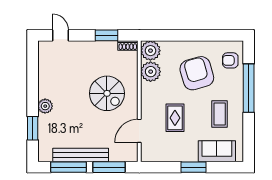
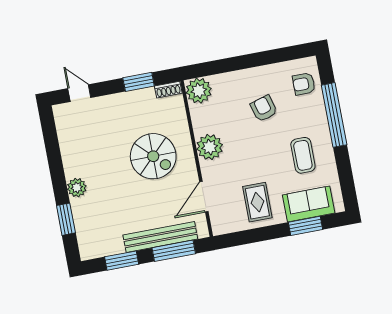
plant: (151, 72) -> (210, 147), moved
armchair: (197, 73) -> (264, 108), width x0.53, depth x0.53
rug: (175, 118) -> (257, 202), moved
bench: (81, 155) -> (160, 237), moved
window: (68, 167) -> (122, 261), width x0.69
window: (193, 167) -> (305, 226), moved

